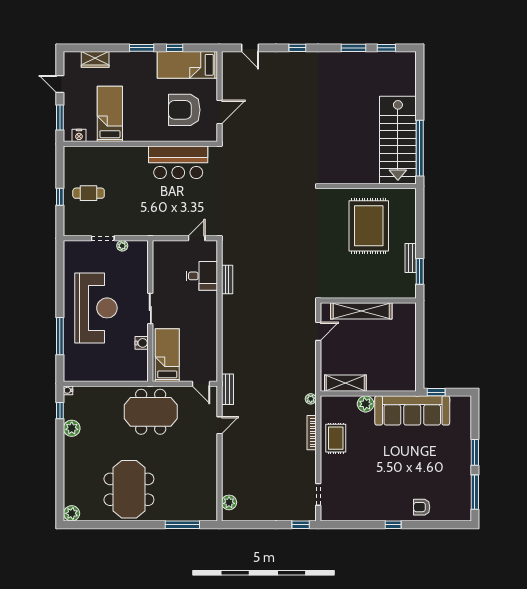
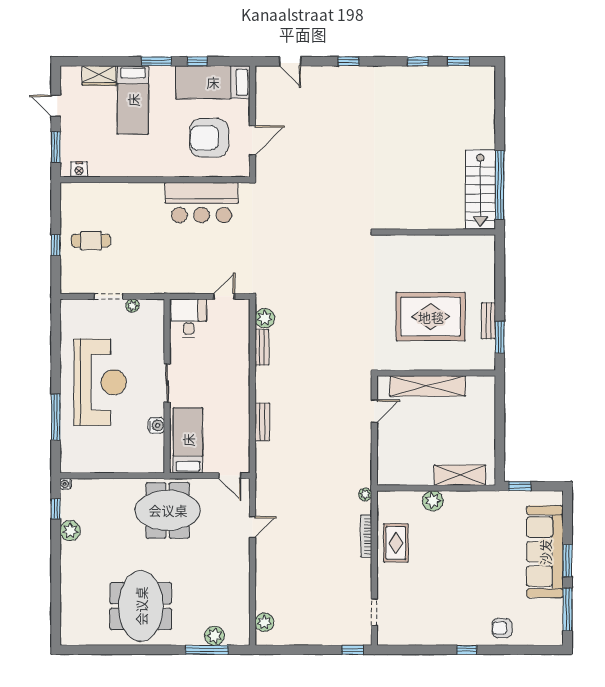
window: (353, 48) -> (418, 61), width x0.67
bed: (110, 114) -> (133, 100), moved, turned 180
stairs: (398, 140) -> (480, 190), width x0.73, depth x0.66
rug: (369, 226) -> (431, 317), moved, turned 90
plant: (229, 256) -> (265, 318), added
desk: (202, 276) -> (189, 318), moved, turned -90
shelving: (345, 383) -> (460, 475), moved
bench: (227, 389) -> (262, 422), moved
sofa: (412, 410) -> (545, 552), moved, turned 90
plant: (72, 513) -> (214, 636), moved

